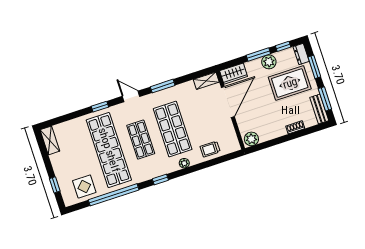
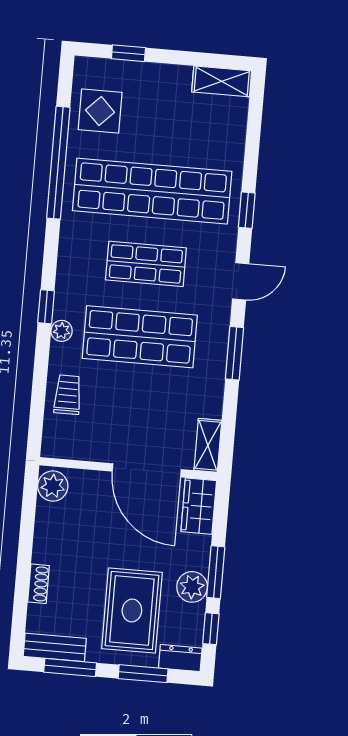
window: (160, 179) -> (46, 307), moved

